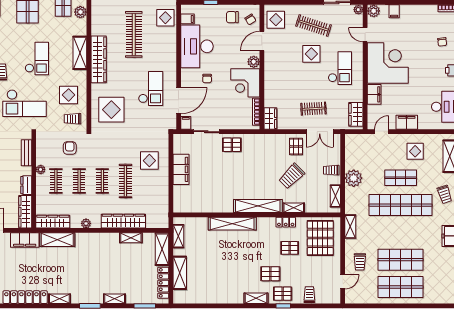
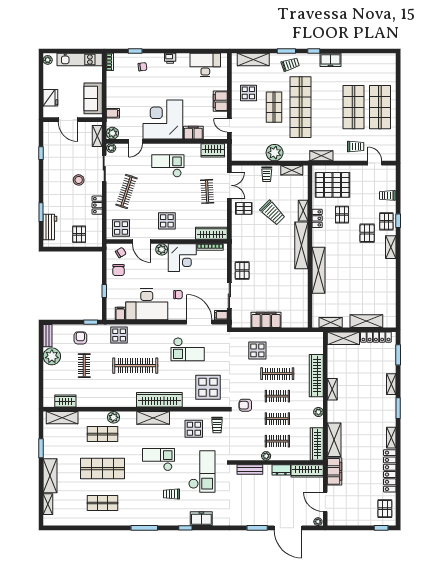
display table: (311, 54) -> (167, 221), moved
checkout: (151, 88) -> (188, 349), turned 180
wardrobe: (270, 119) -> (211, 233), width x1.50
armchair: (70, 148) -> (245, 405), moved
shelving: (131, 238) -> (332, 389), moved

